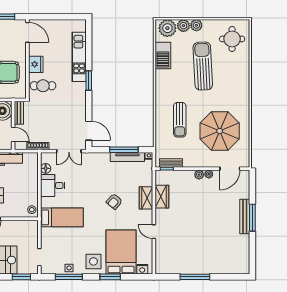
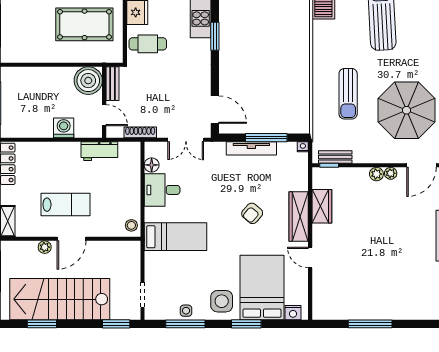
tv unit: (127, 157) -> (251, 148), moved
wardrobe: (146, 198) -> (299, 216), width x1.50

